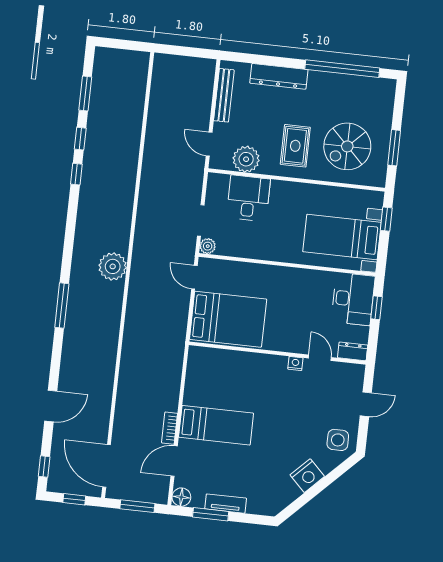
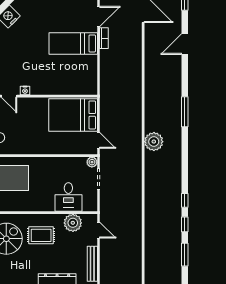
rug: (295, 146) -> (41, 235), turned 90

